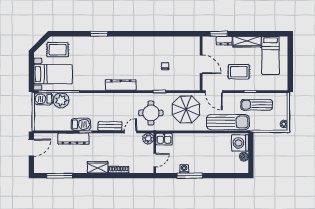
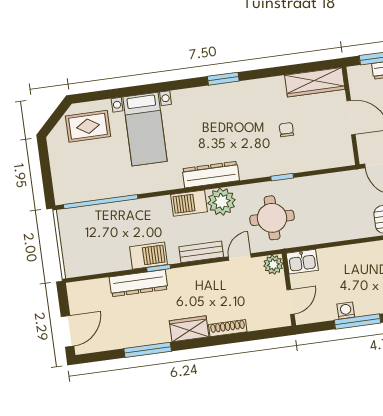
window: (99, 34) -> (223, 79), moved
wardrobe: (184, 42) -> (315, 82), added
bed with nightstands: (53, 74) -> (145, 129), moved, turned 90
barbecue: (43, 99) -> (189, 203), moved
plant: (61, 100) -> (221, 202), moved
parasol: (186, 109) -> (334, 203), removed
door: (31, 148) -> (68, 331), moved
window: (60, 176) -> (148, 350), moved

